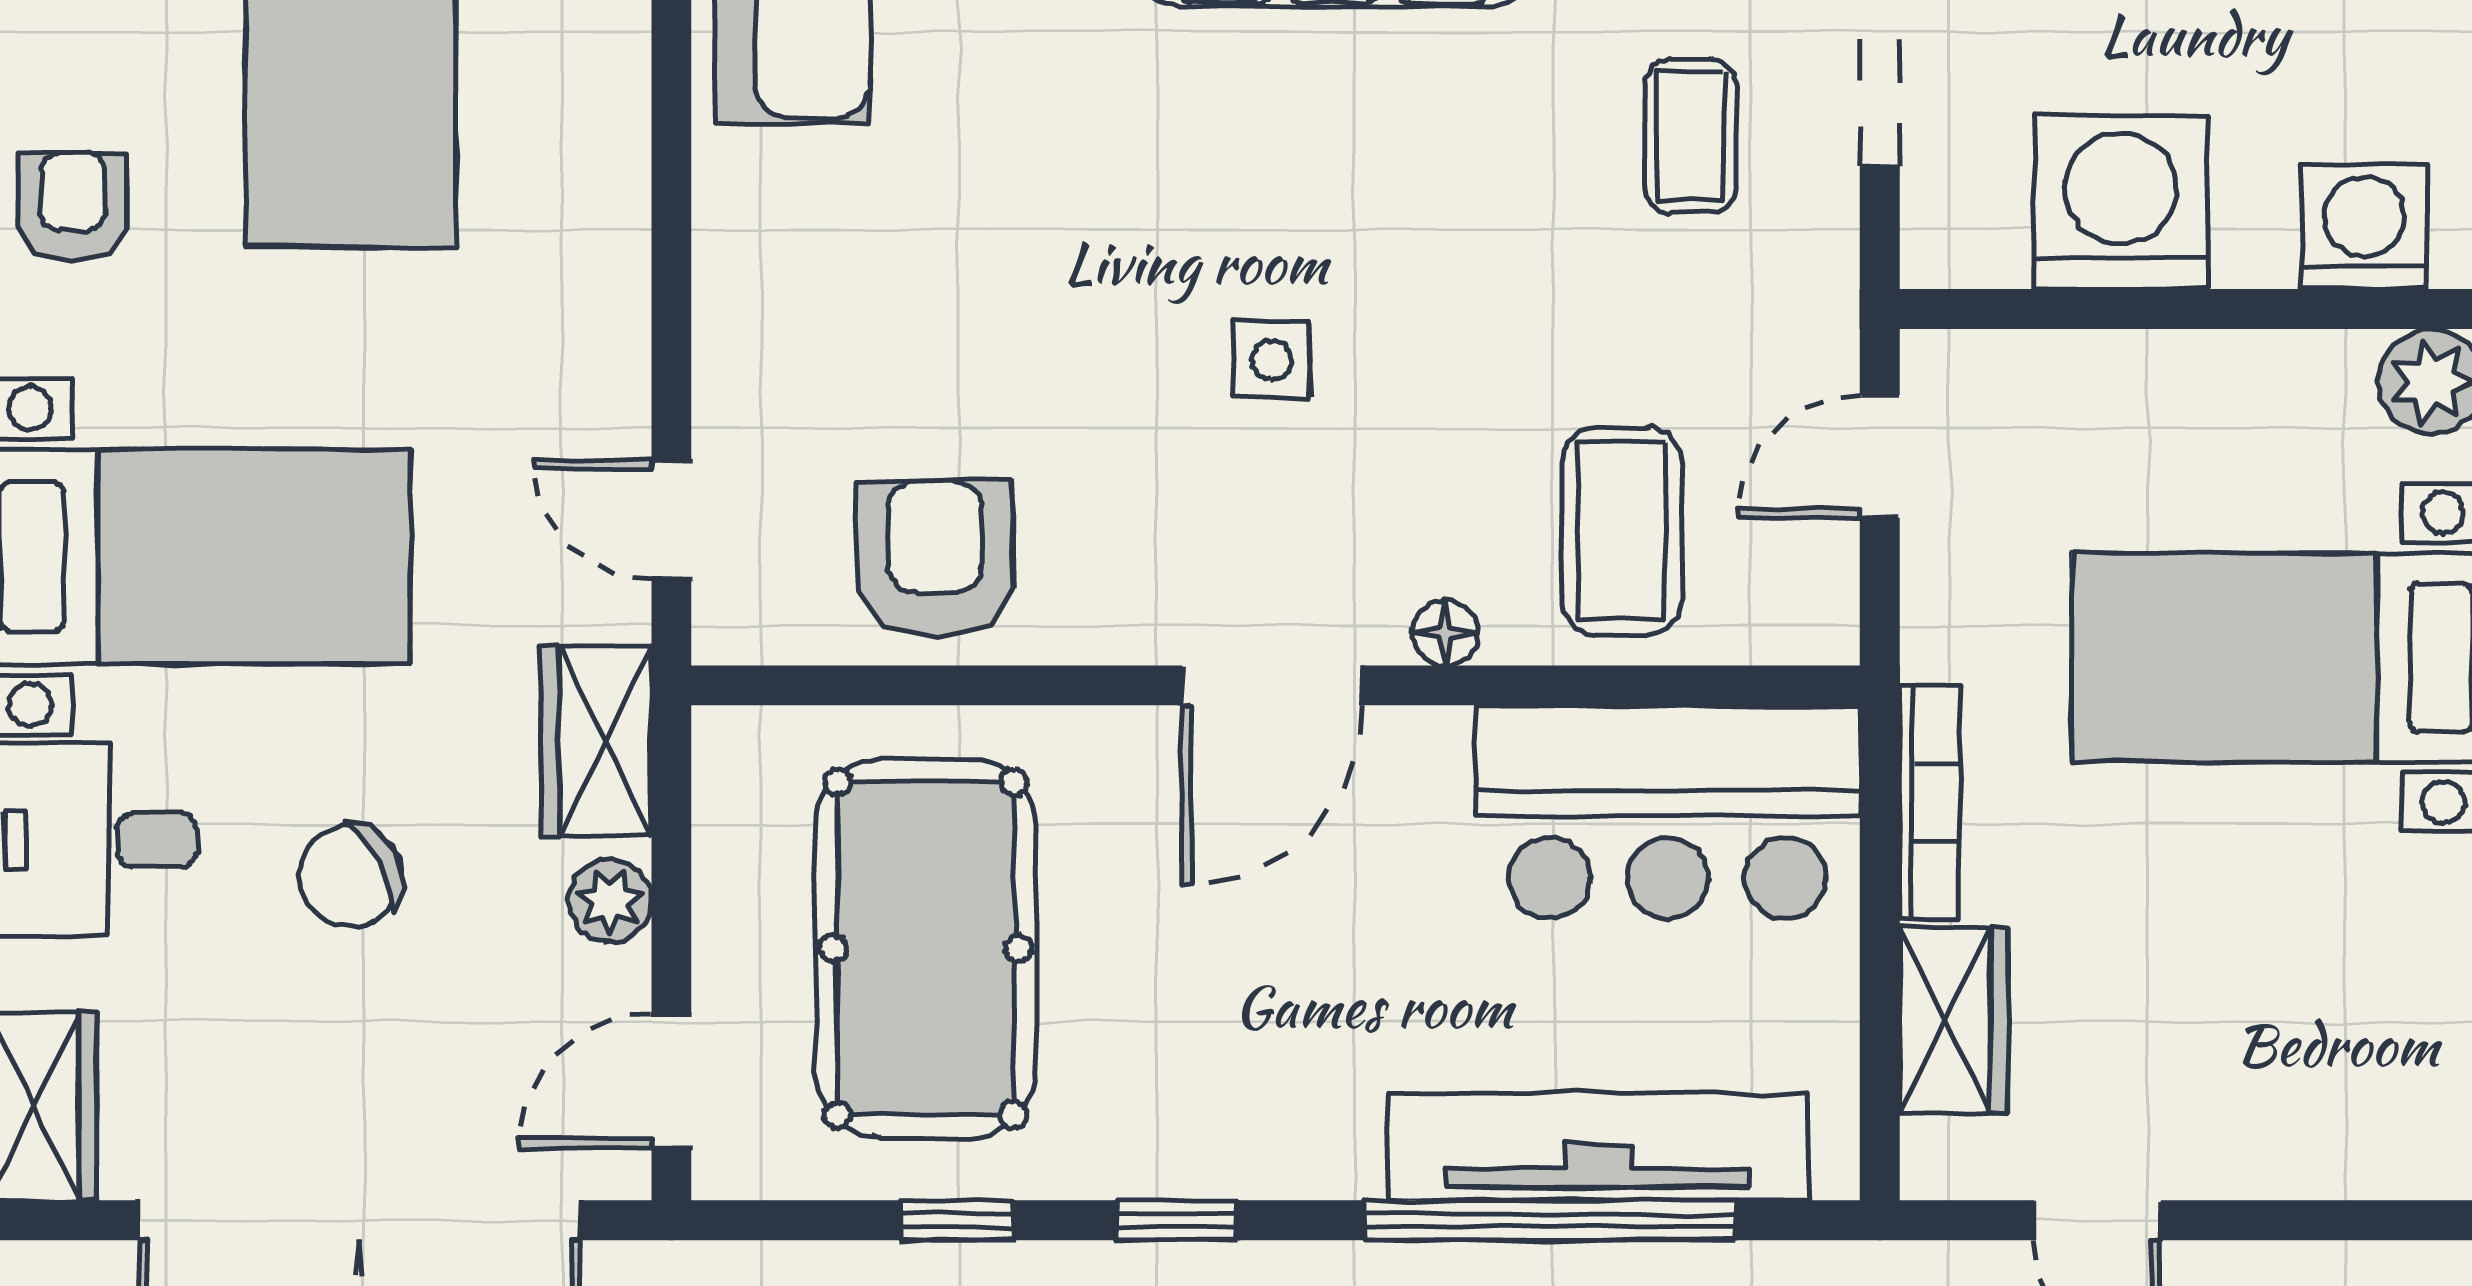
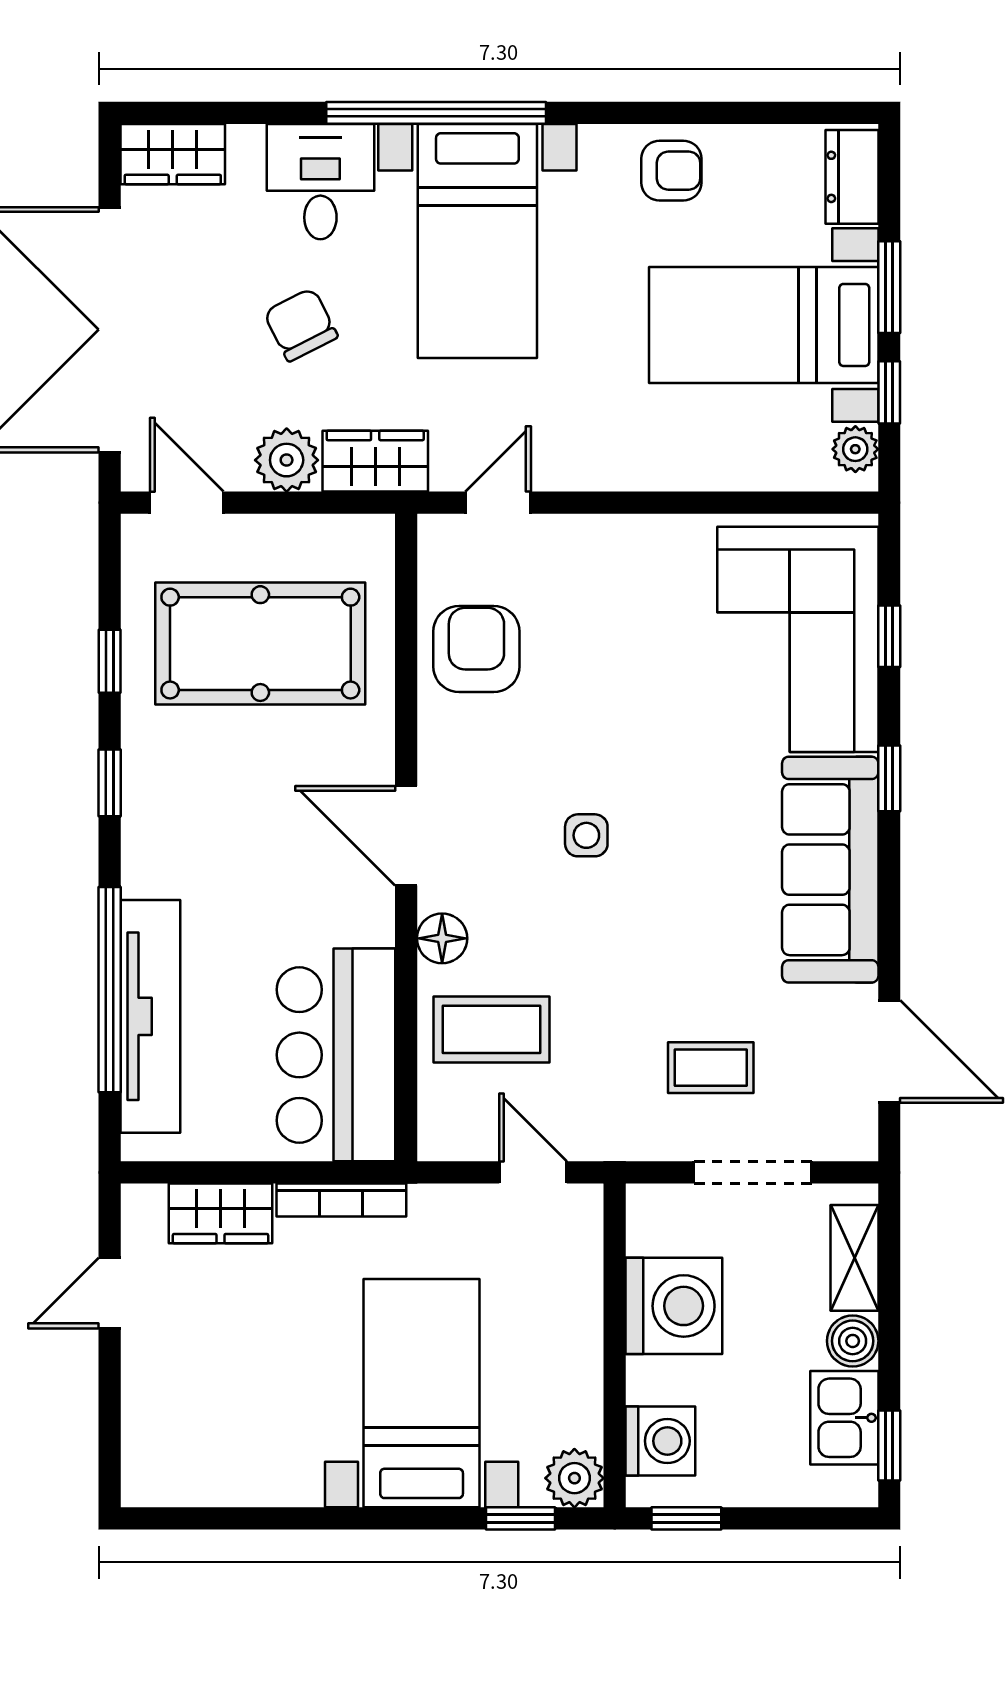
armchair: (935, 559) -> (476, 649), turned -89
floor lamp: (1445, 633) -> (442, 938), width x1.37, depth x1.37
plant: (610, 901) -> (287, 460), width x1.38, depth x1.38

